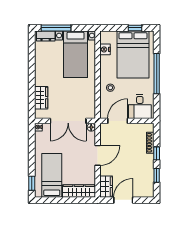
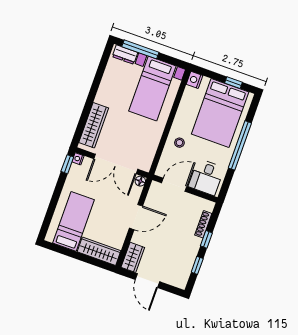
nightstand: (105, 49) -> (195, 80), moved
wardrobe: (41, 98) -> (94, 125), width x1.50
window: (32, 183) -> (67, 164), moved
door: (123, 200) -> (147, 281), swing flipped

